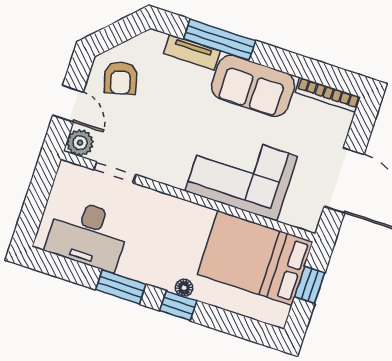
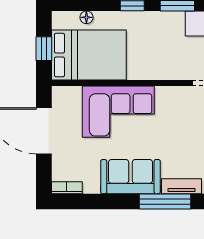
bookcase: (328, 95) -> (67, 188), width x0.64
floor lamp: (184, 288) -> (86, 17), moved

